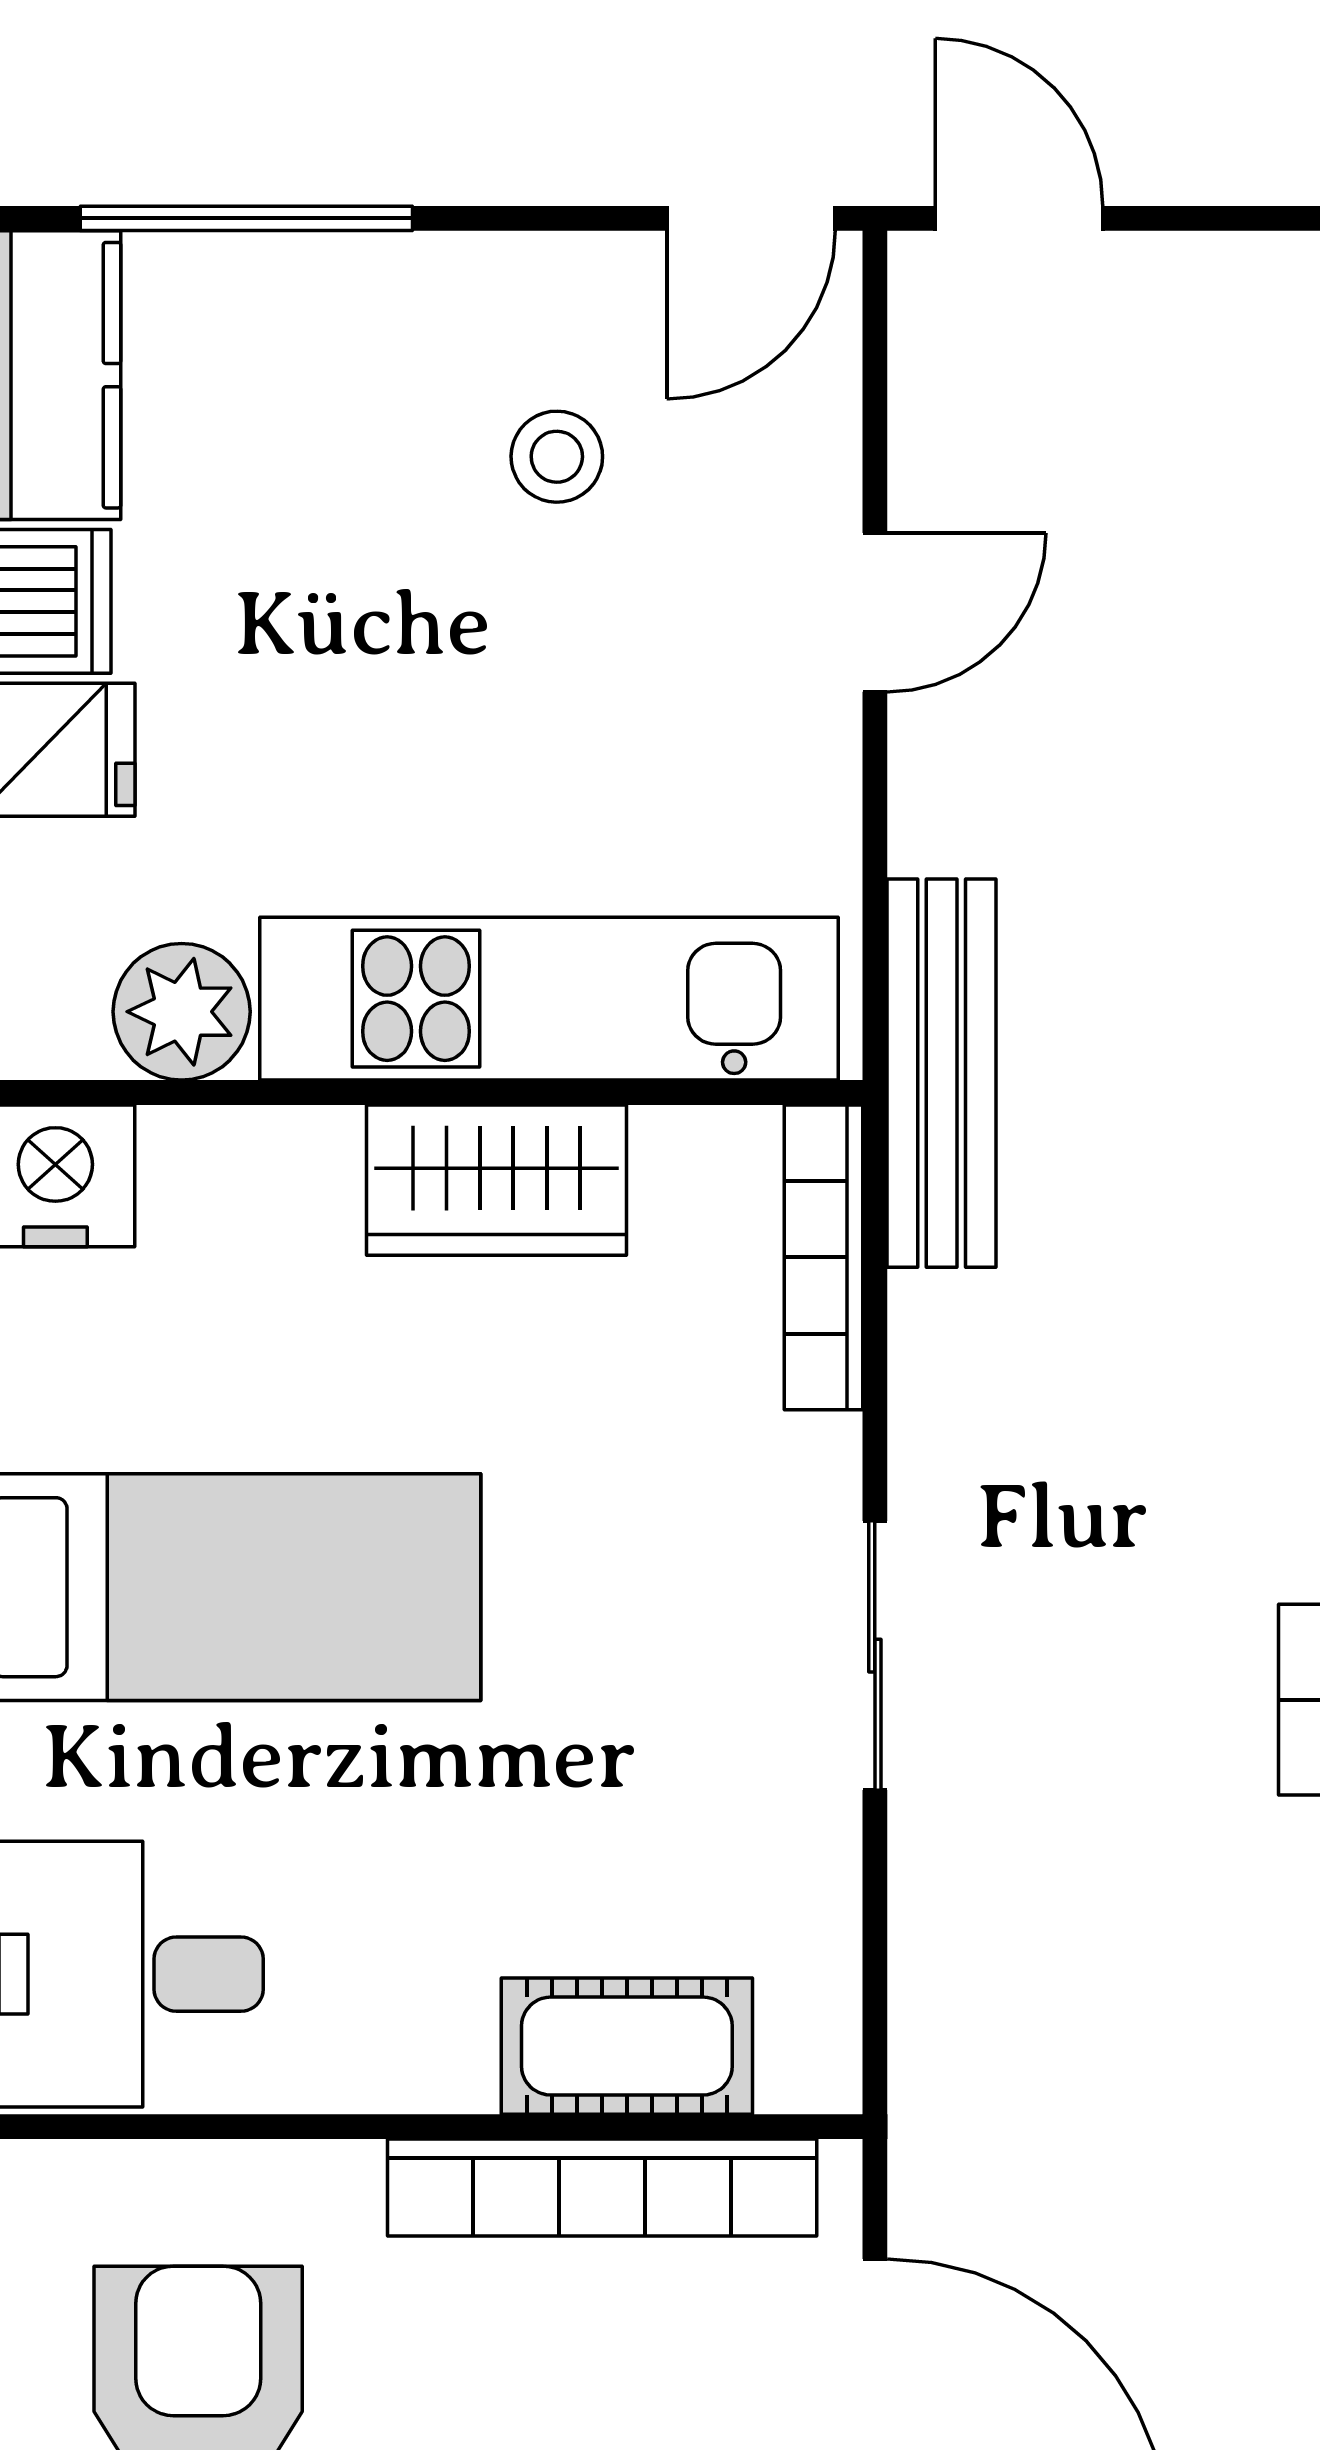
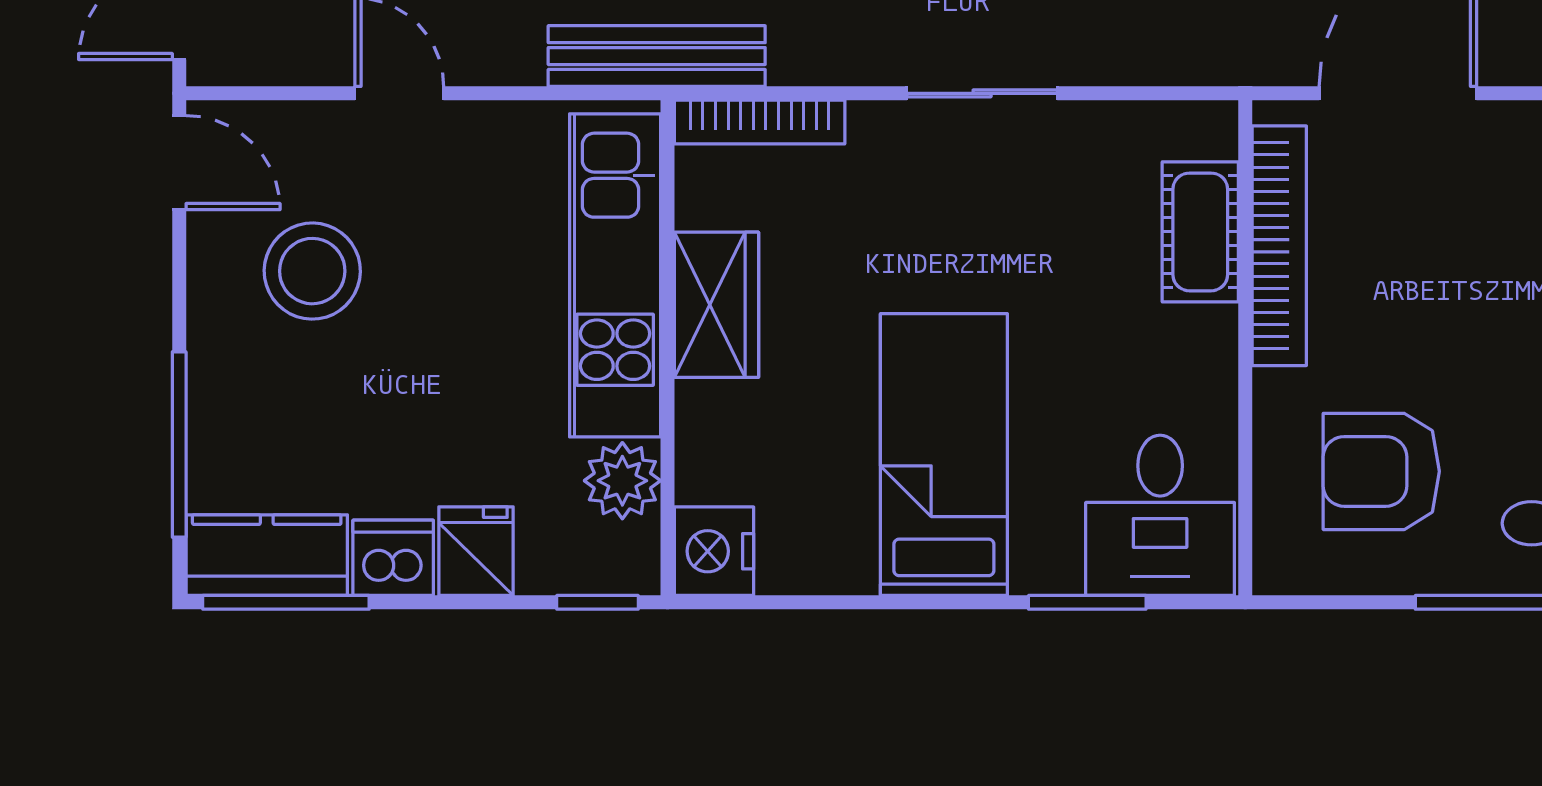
stool: (557, 457) -> (312, 271), width x1.89, depth x1.89

